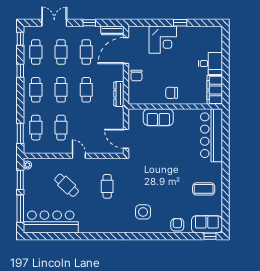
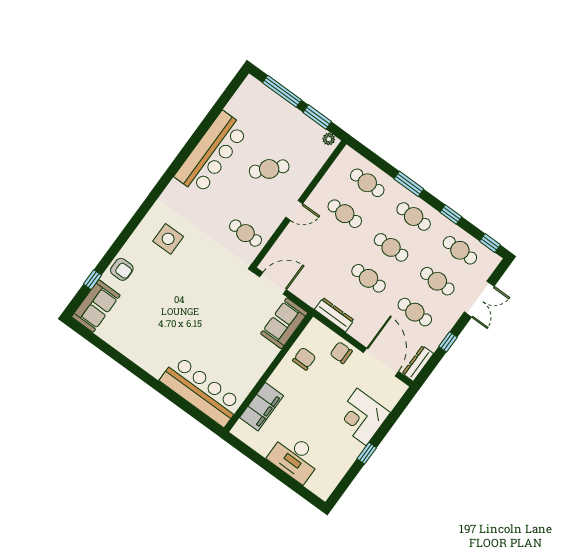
desk: (210, 64) -> (295, 458), width x1.37
filing cabinet: (215, 90) -> (262, 407), moved, turned 90
chair: (172, 93) -> (304, 359), moved
sofa: (158, 117) -> (284, 323), moved
window: (20, 133) -> (409, 184), moved
cafe table: (107, 186) -> (245, 233), moved
coffee table: (204, 189) -> (142, 334), removed
bar counter: (51, 222) -> (212, 153), moved
window: (210, 236) -> (92, 280), moved

